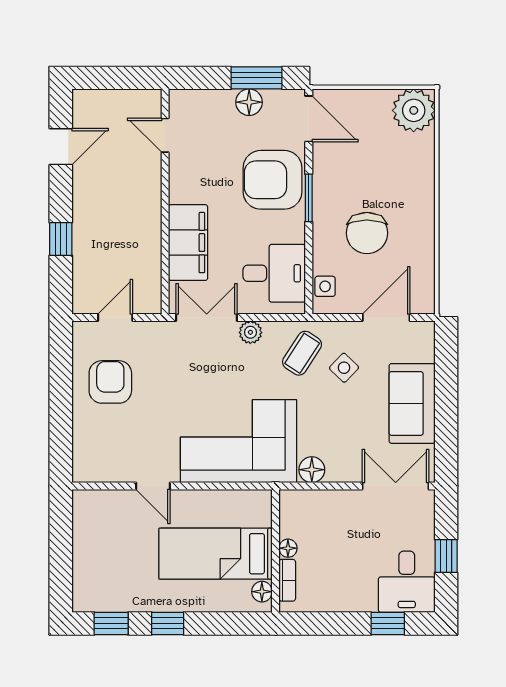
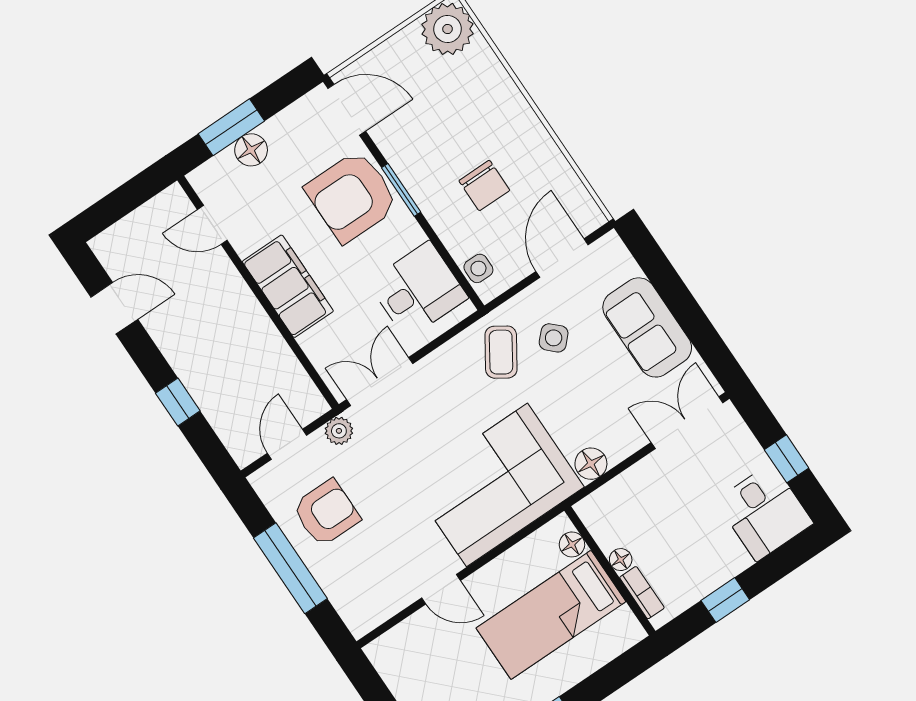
window: (256, 78) -> (231, 127), moved
floor lamp: (249, 102) -> (251, 150), moved
door: (61, 147) -> (114, 308), hinge flipped
chair: (367, 233) -> (484, 186), width x0.73, depth x0.73
filing cabinet: (188, 243) -> (288, 286), moved
plant: (250, 332) -> (339, 431), moved
armchair: (110, 382) -> (326, 513), turned 90
window: (61, 403) -> (290, 568), added
floor lamp: (262, 592) -> (572, 544), moved
window: (388, 623) -> (725, 600), moved

